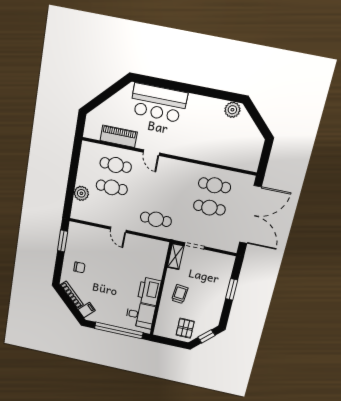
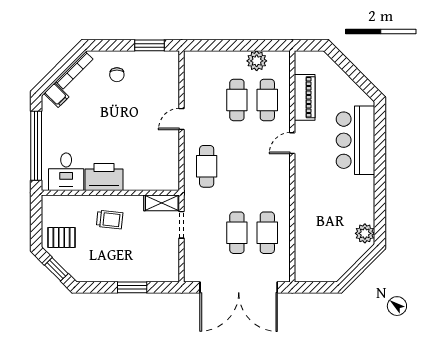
plant: (81, 193) -> (257, 61), moved

